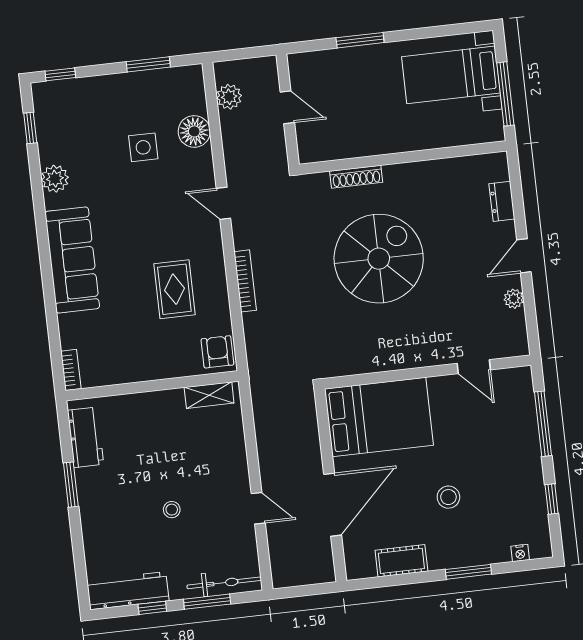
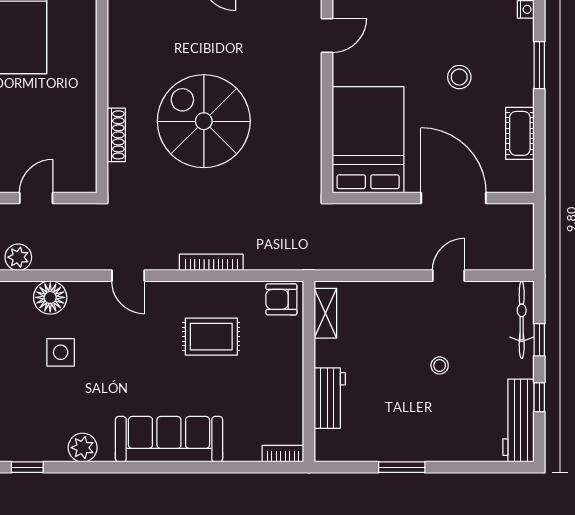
door: (223, 203) -> (128, 276), hinge flipped
workbench: (86, 437) -> (330, 398), moved, turned 90
window: (207, 602) -> (539, 340), width x0.67

